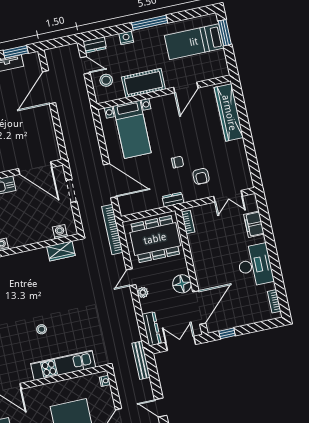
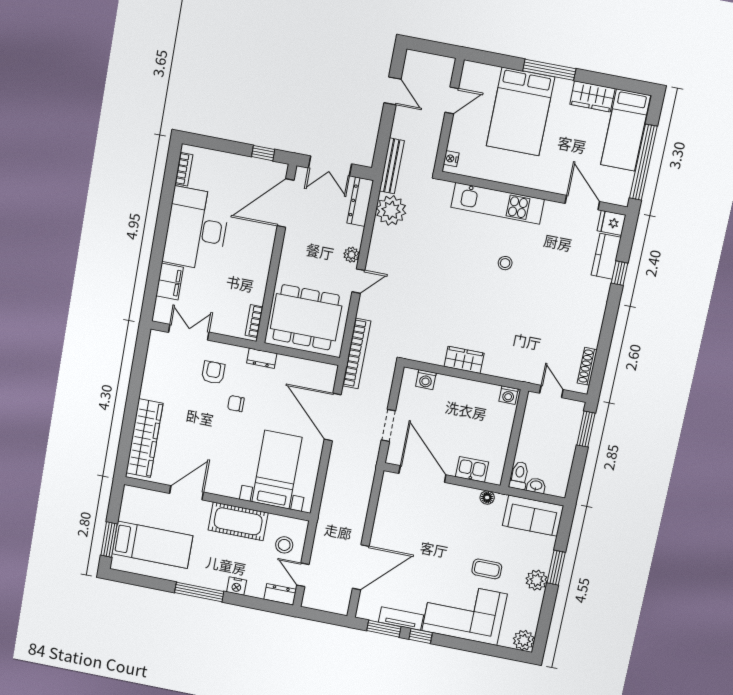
wardrobe: (61, 251) -> (464, 360), moved
desk: (255, 265) -> (196, 229), width x1.36, depth x1.30
floor lamp: (182, 284) -> (295, 244), removed
plant: (129, 332) -> (391, 210), added

